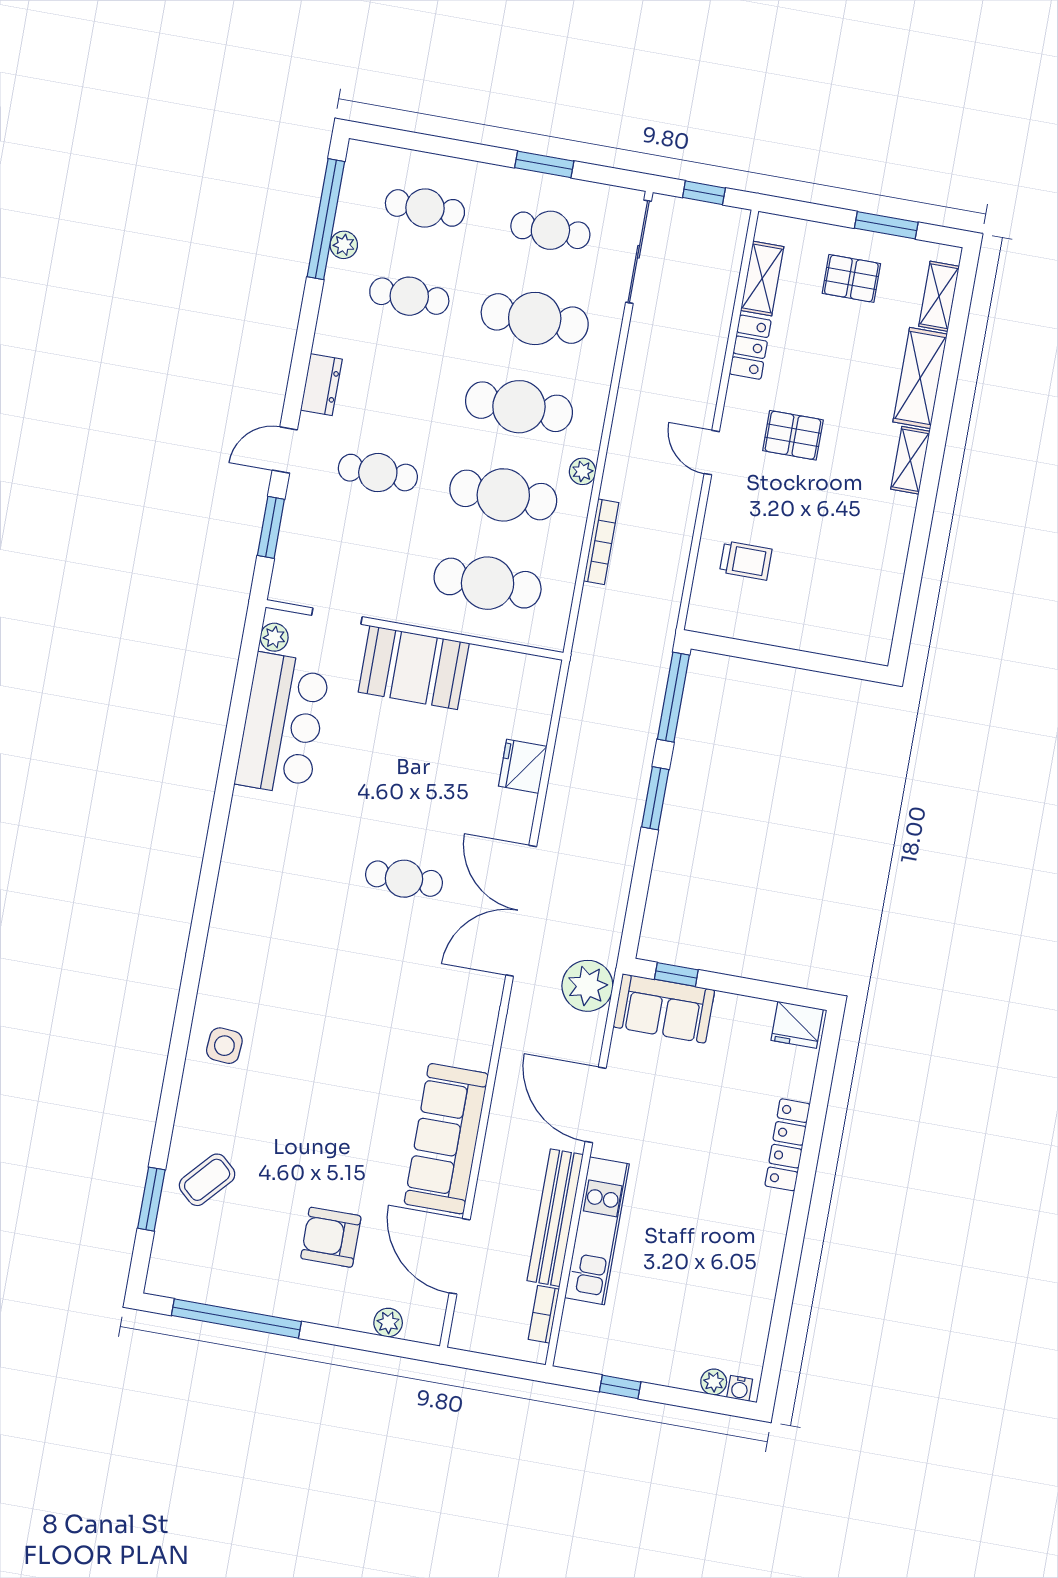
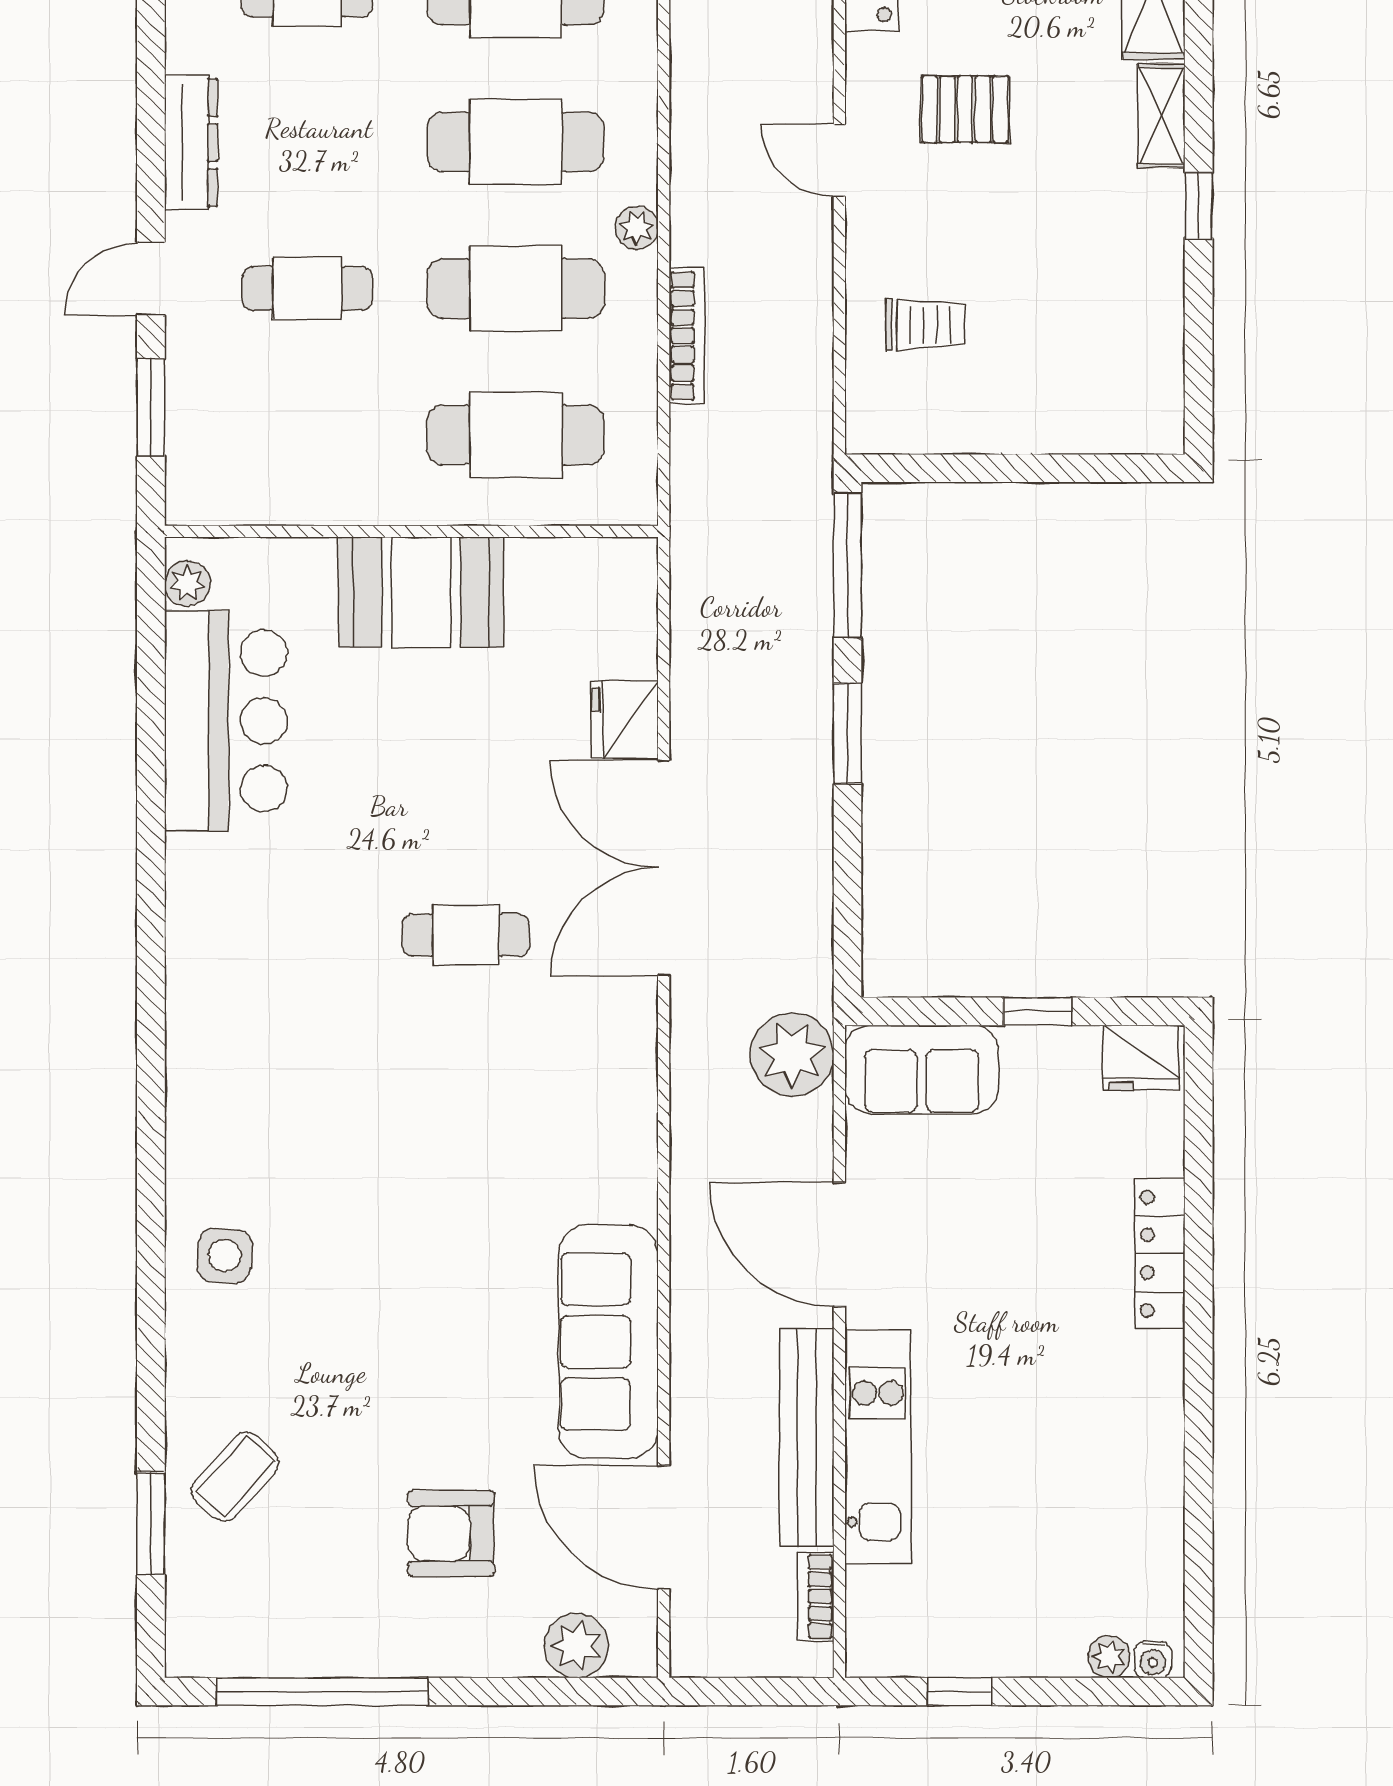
dresser: (321, 385) -> (191, 143), width x1.44
window: (923, 518) -> (1199, 206), added
doorway: (337, 616) -> (282, 531), removed
double door: (521, 911) -> (664, 868), moved
window: (676, 975) -> (1037, 1011), moved
plant: (388, 1323) -> (576, 1646), width x1.38, depth x1.38

